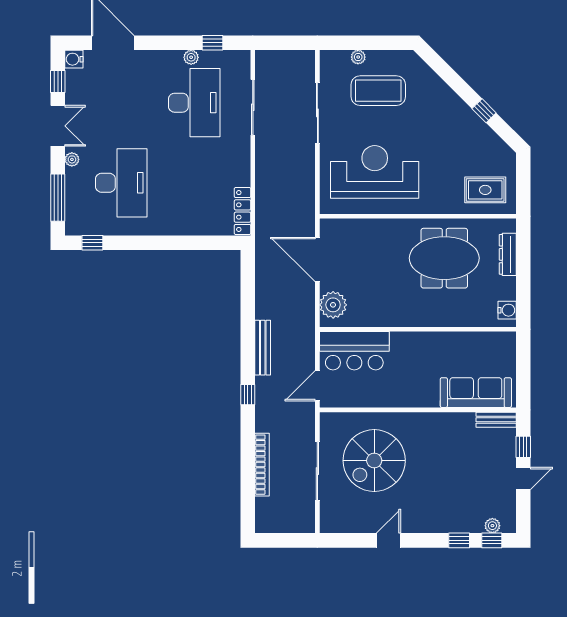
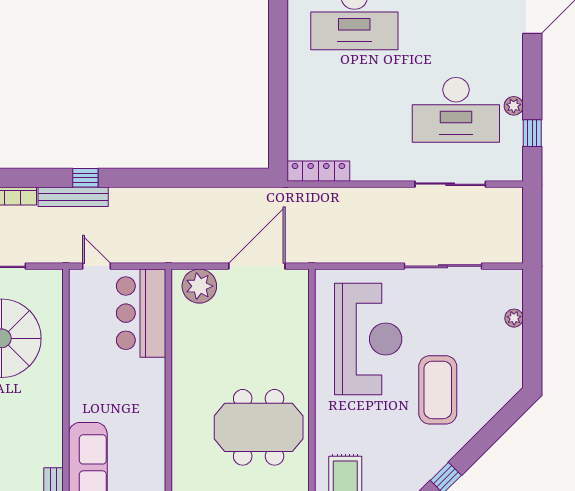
coffee table: (378, 91) -> (438, 390), moved
meeting table: (444, 258) -> (259, 427), turned 90
bench: (263, 348) -> (73, 197), moved
door: (317, 386) -> (97, 266), width x0.73

